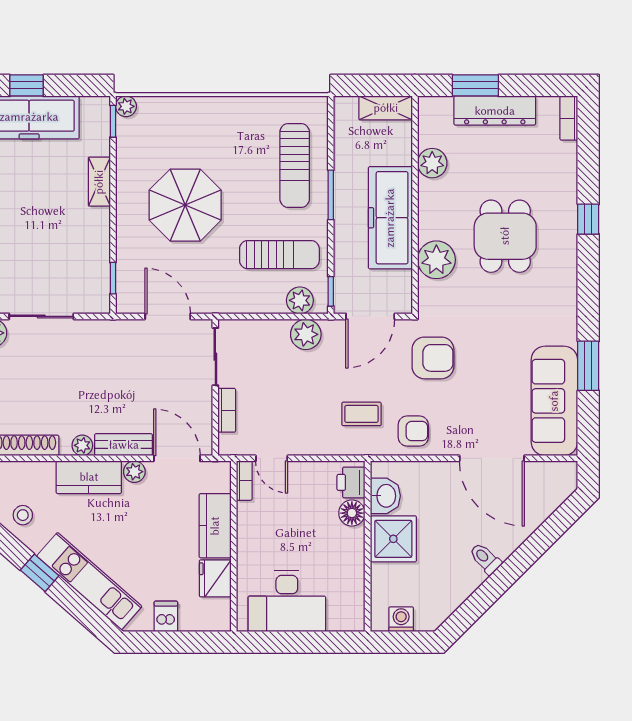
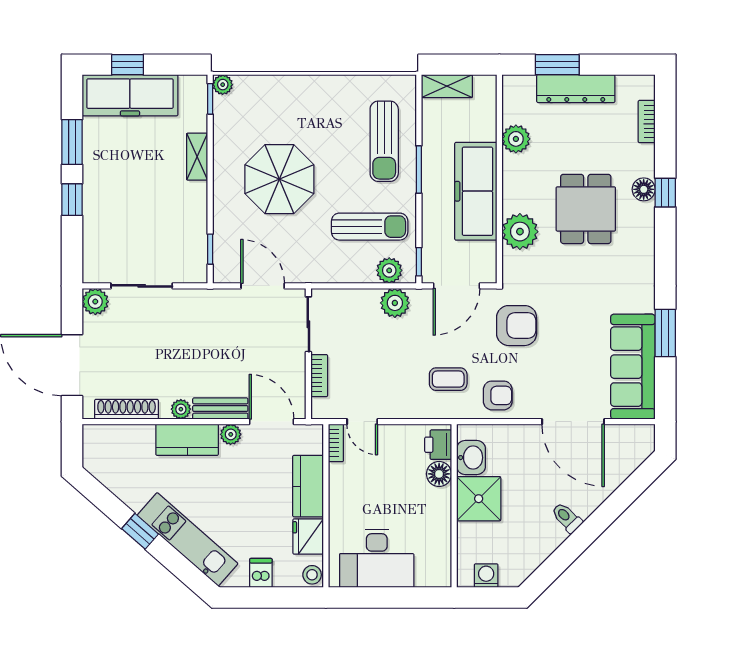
shelving: (386, 108) -> (447, 86), moved
bookcase: (569, 118) -> (647, 122), moved
floor lamp: (566, 216) -> (644, 189), added
stool: (23, 515) -> (312, 575), moved

